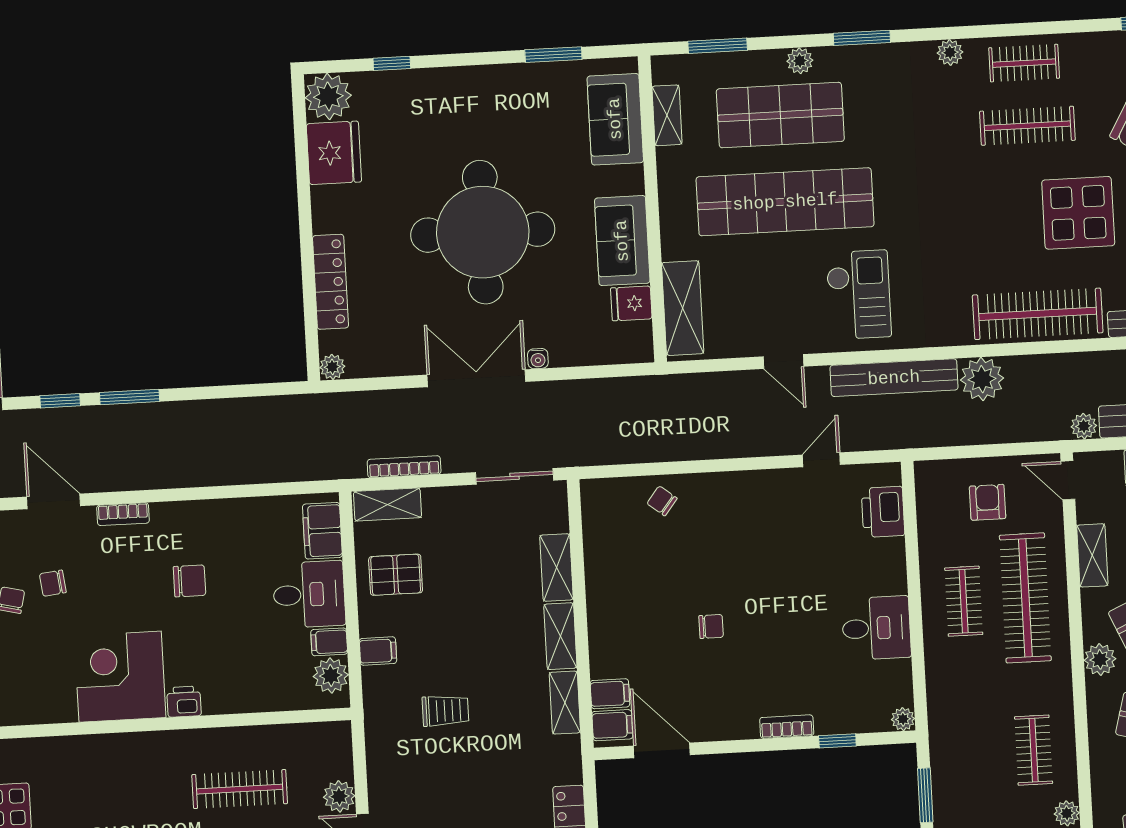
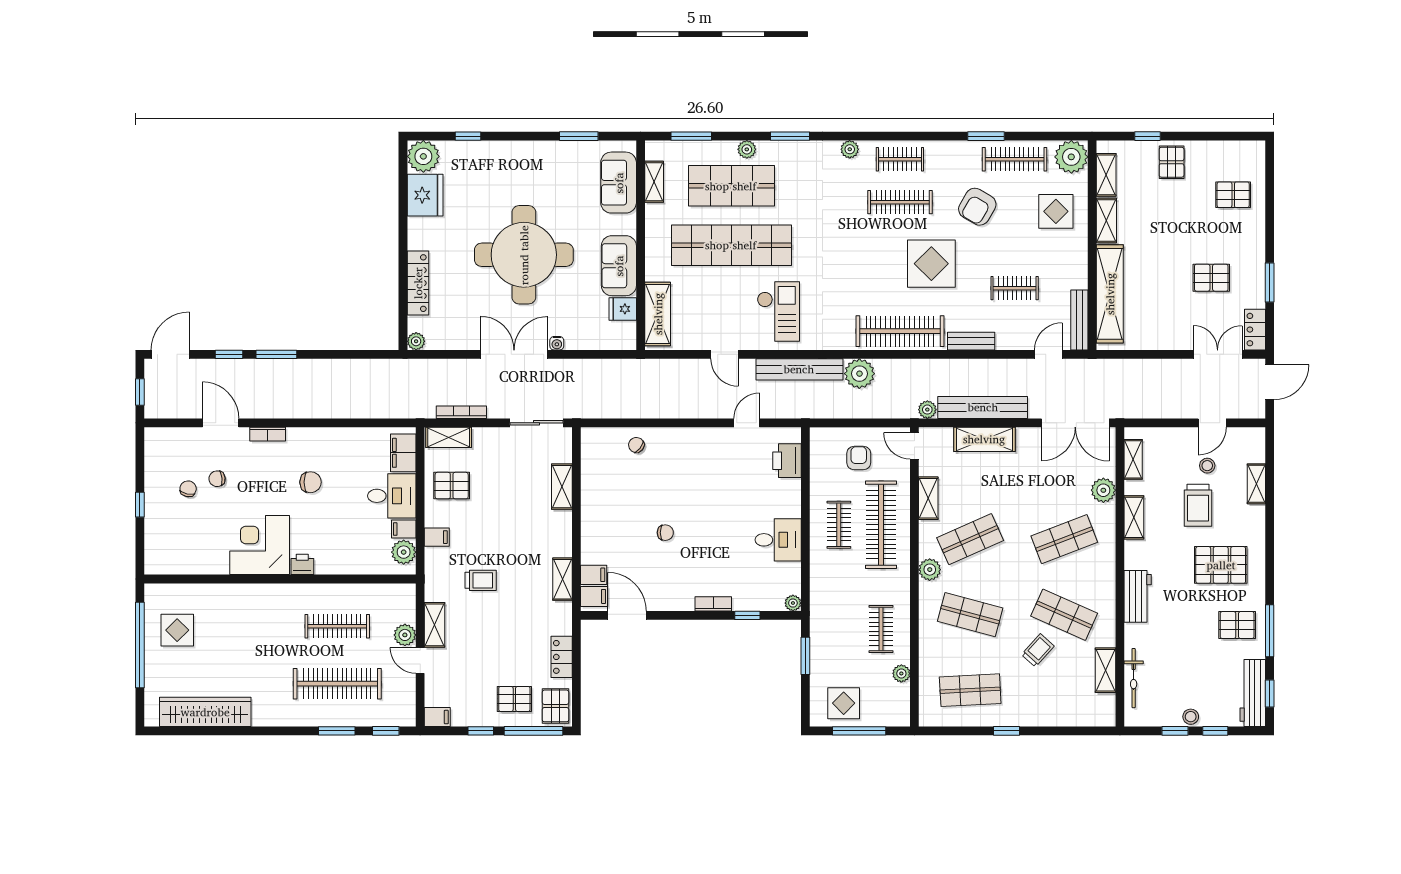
shelving: (560, 636) -> (435, 625), moved

